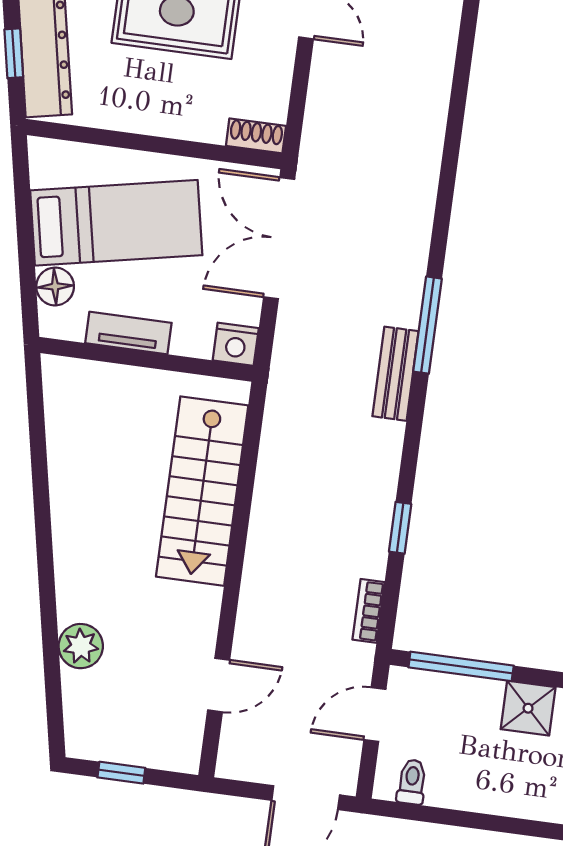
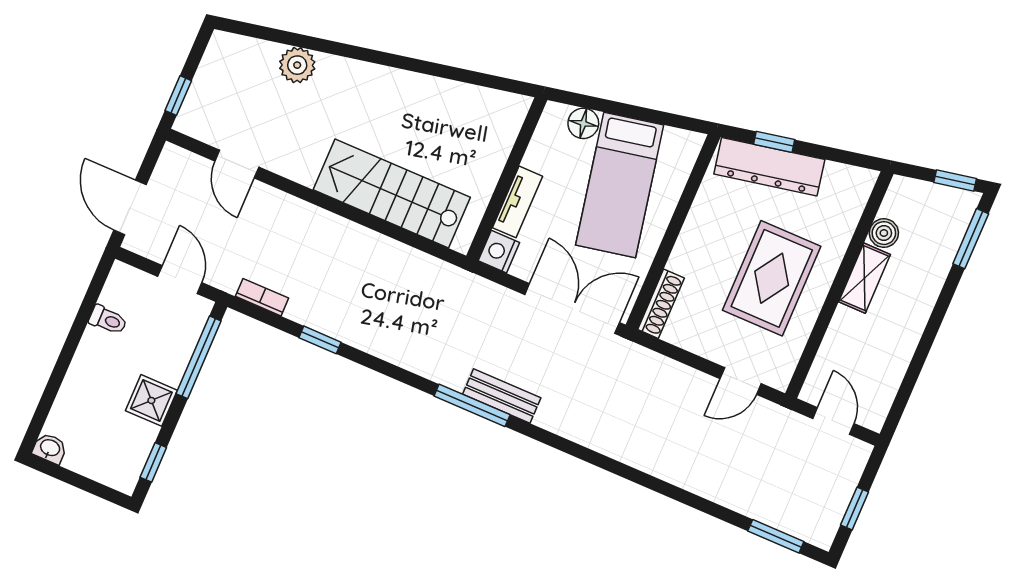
shoe rack: (256, 136) -> (661, 304), width x1.43
tv unit: (128, 333) -> (517, 202), moved
bench: (396, 374) -> (502, 396), moved
window: (121, 773) -> (178, 96), moved
toilet: (412, 782) -> (108, 320), moved

